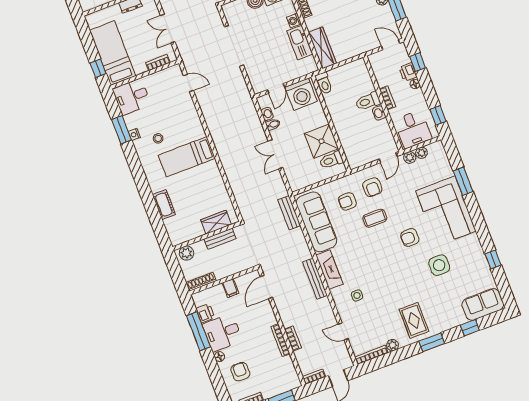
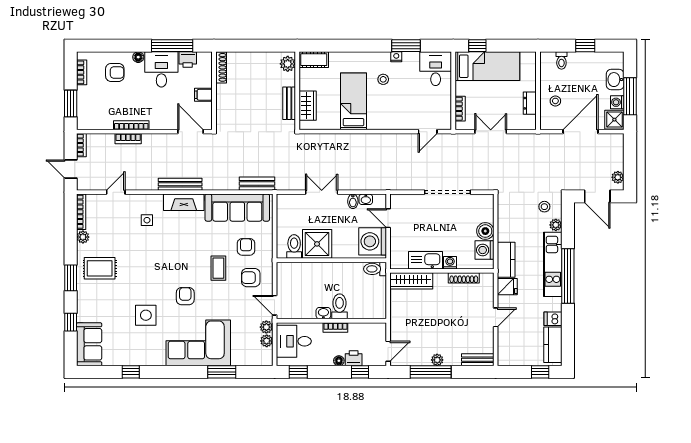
wardrobe: (216, 222) -> (308, 106), moved
wall: (207, 236) -> (297, 91), moved
bench: (220, 239) -> (289, 103), moved
plant: (186, 253) -> (288, 64), moved

